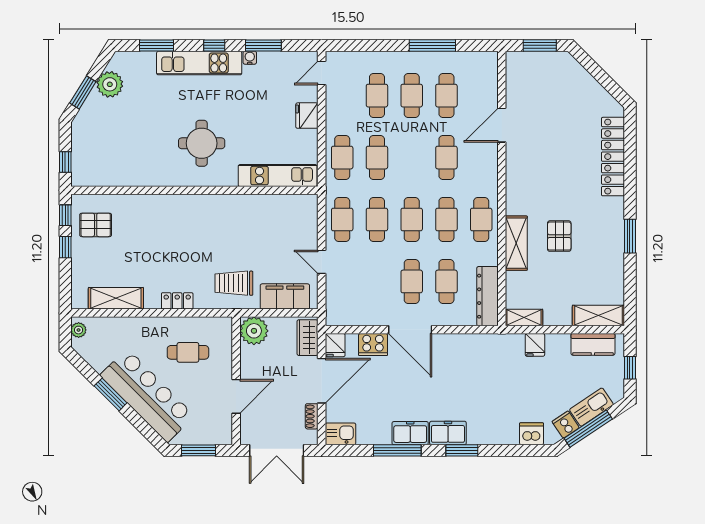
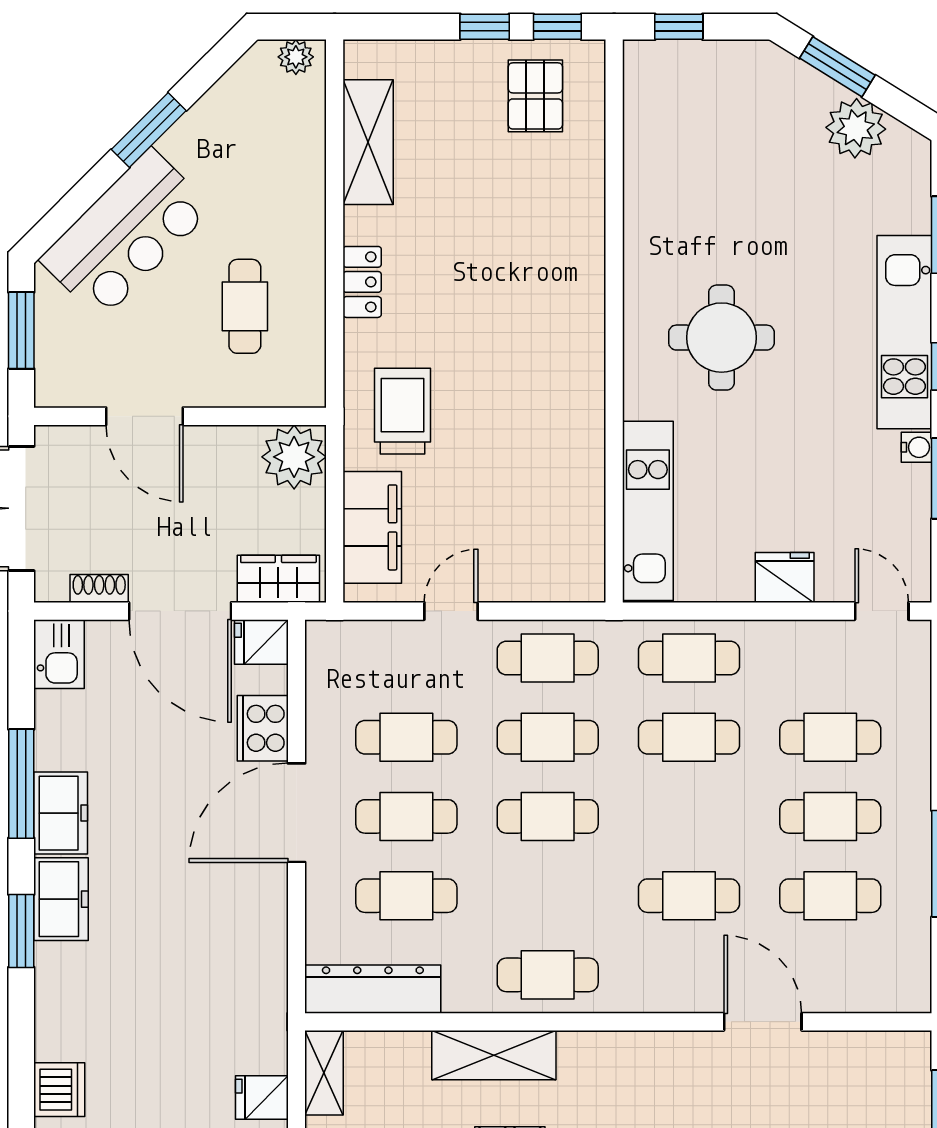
cafe table: (446, 219) -> (406, 737), moved
bar counter: (147, 395) -> (126, 234), width x0.73

